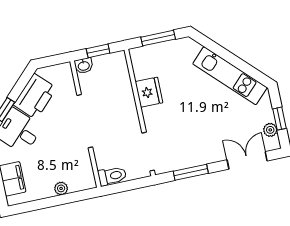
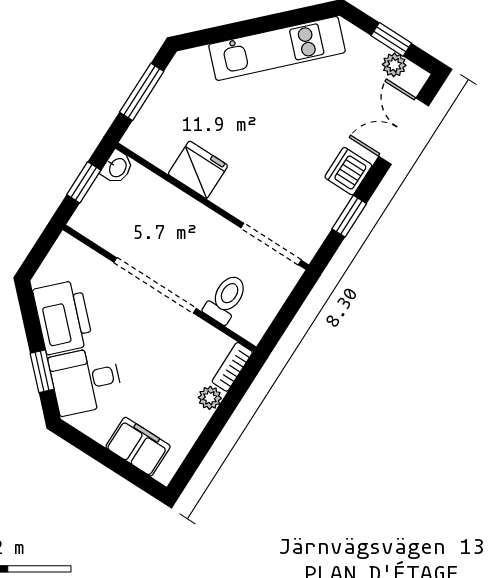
washbasin: (84, 66) -> (117, 167), moved
dishwasher: (209, 154) -> (348, 171), added
window: (191, 172) -> (349, 216), width x0.67
toilet: (112, 176) -> (226, 299), moved
bookcase: (83, 185) -> (232, 367), added

